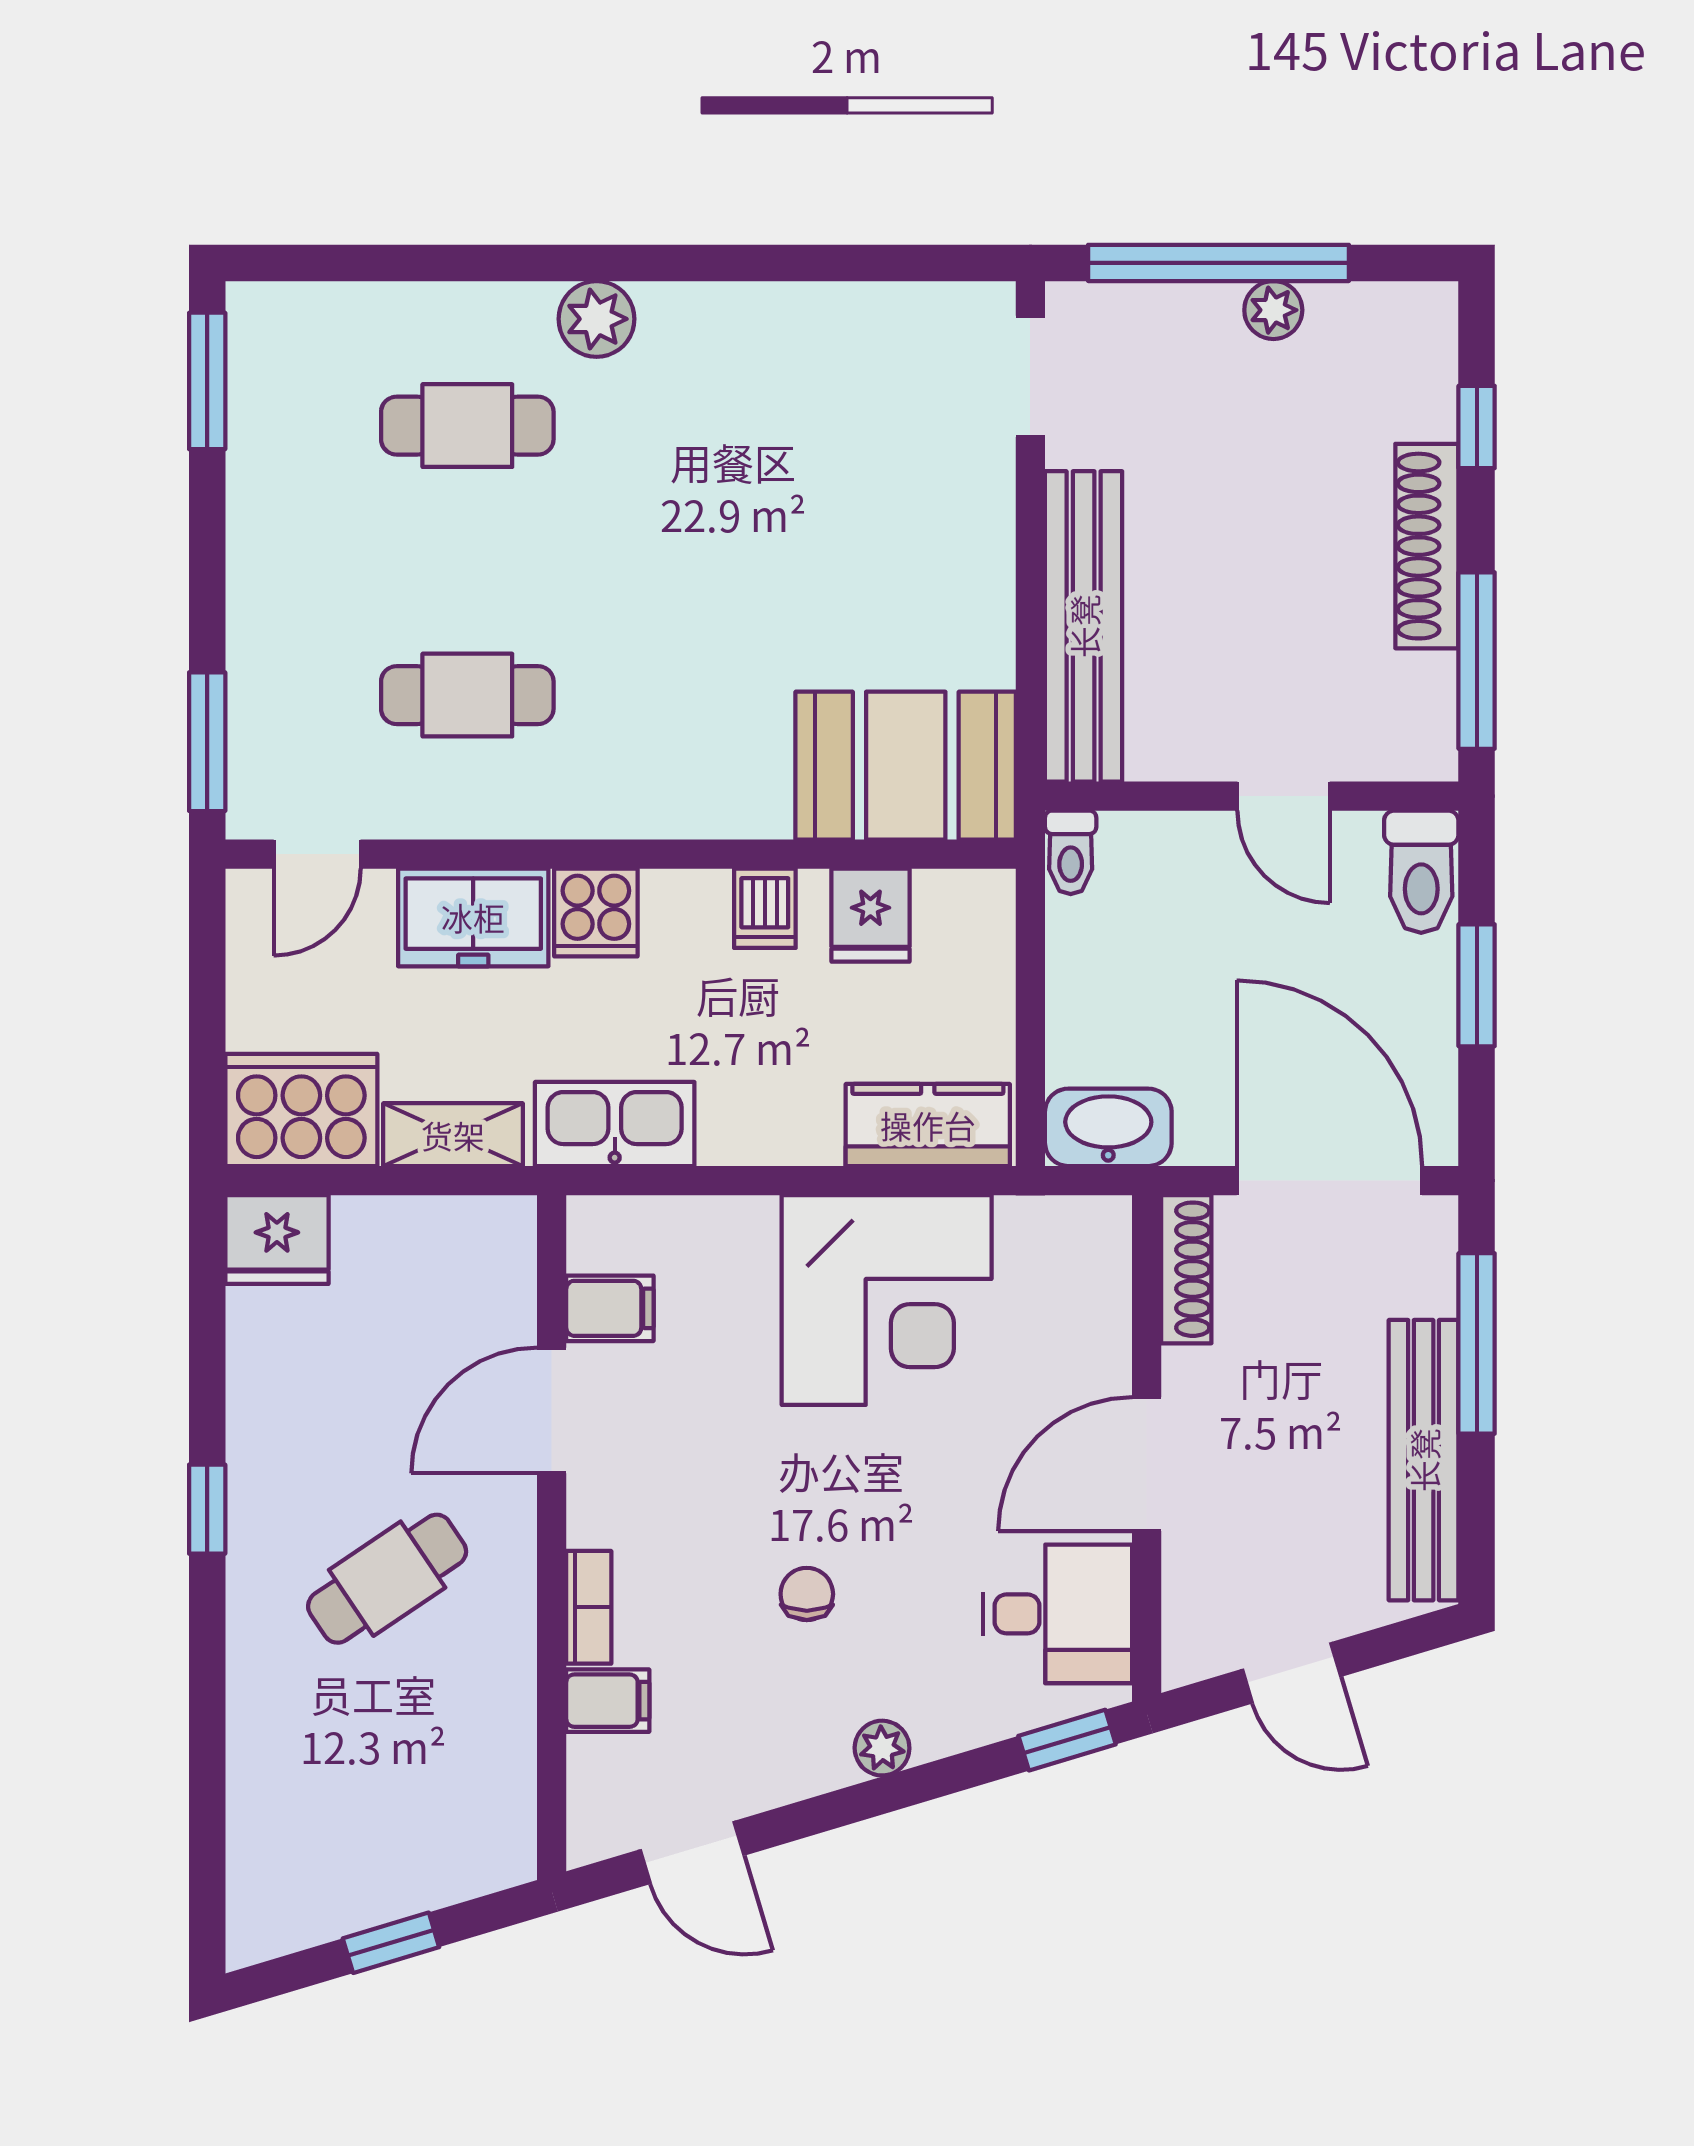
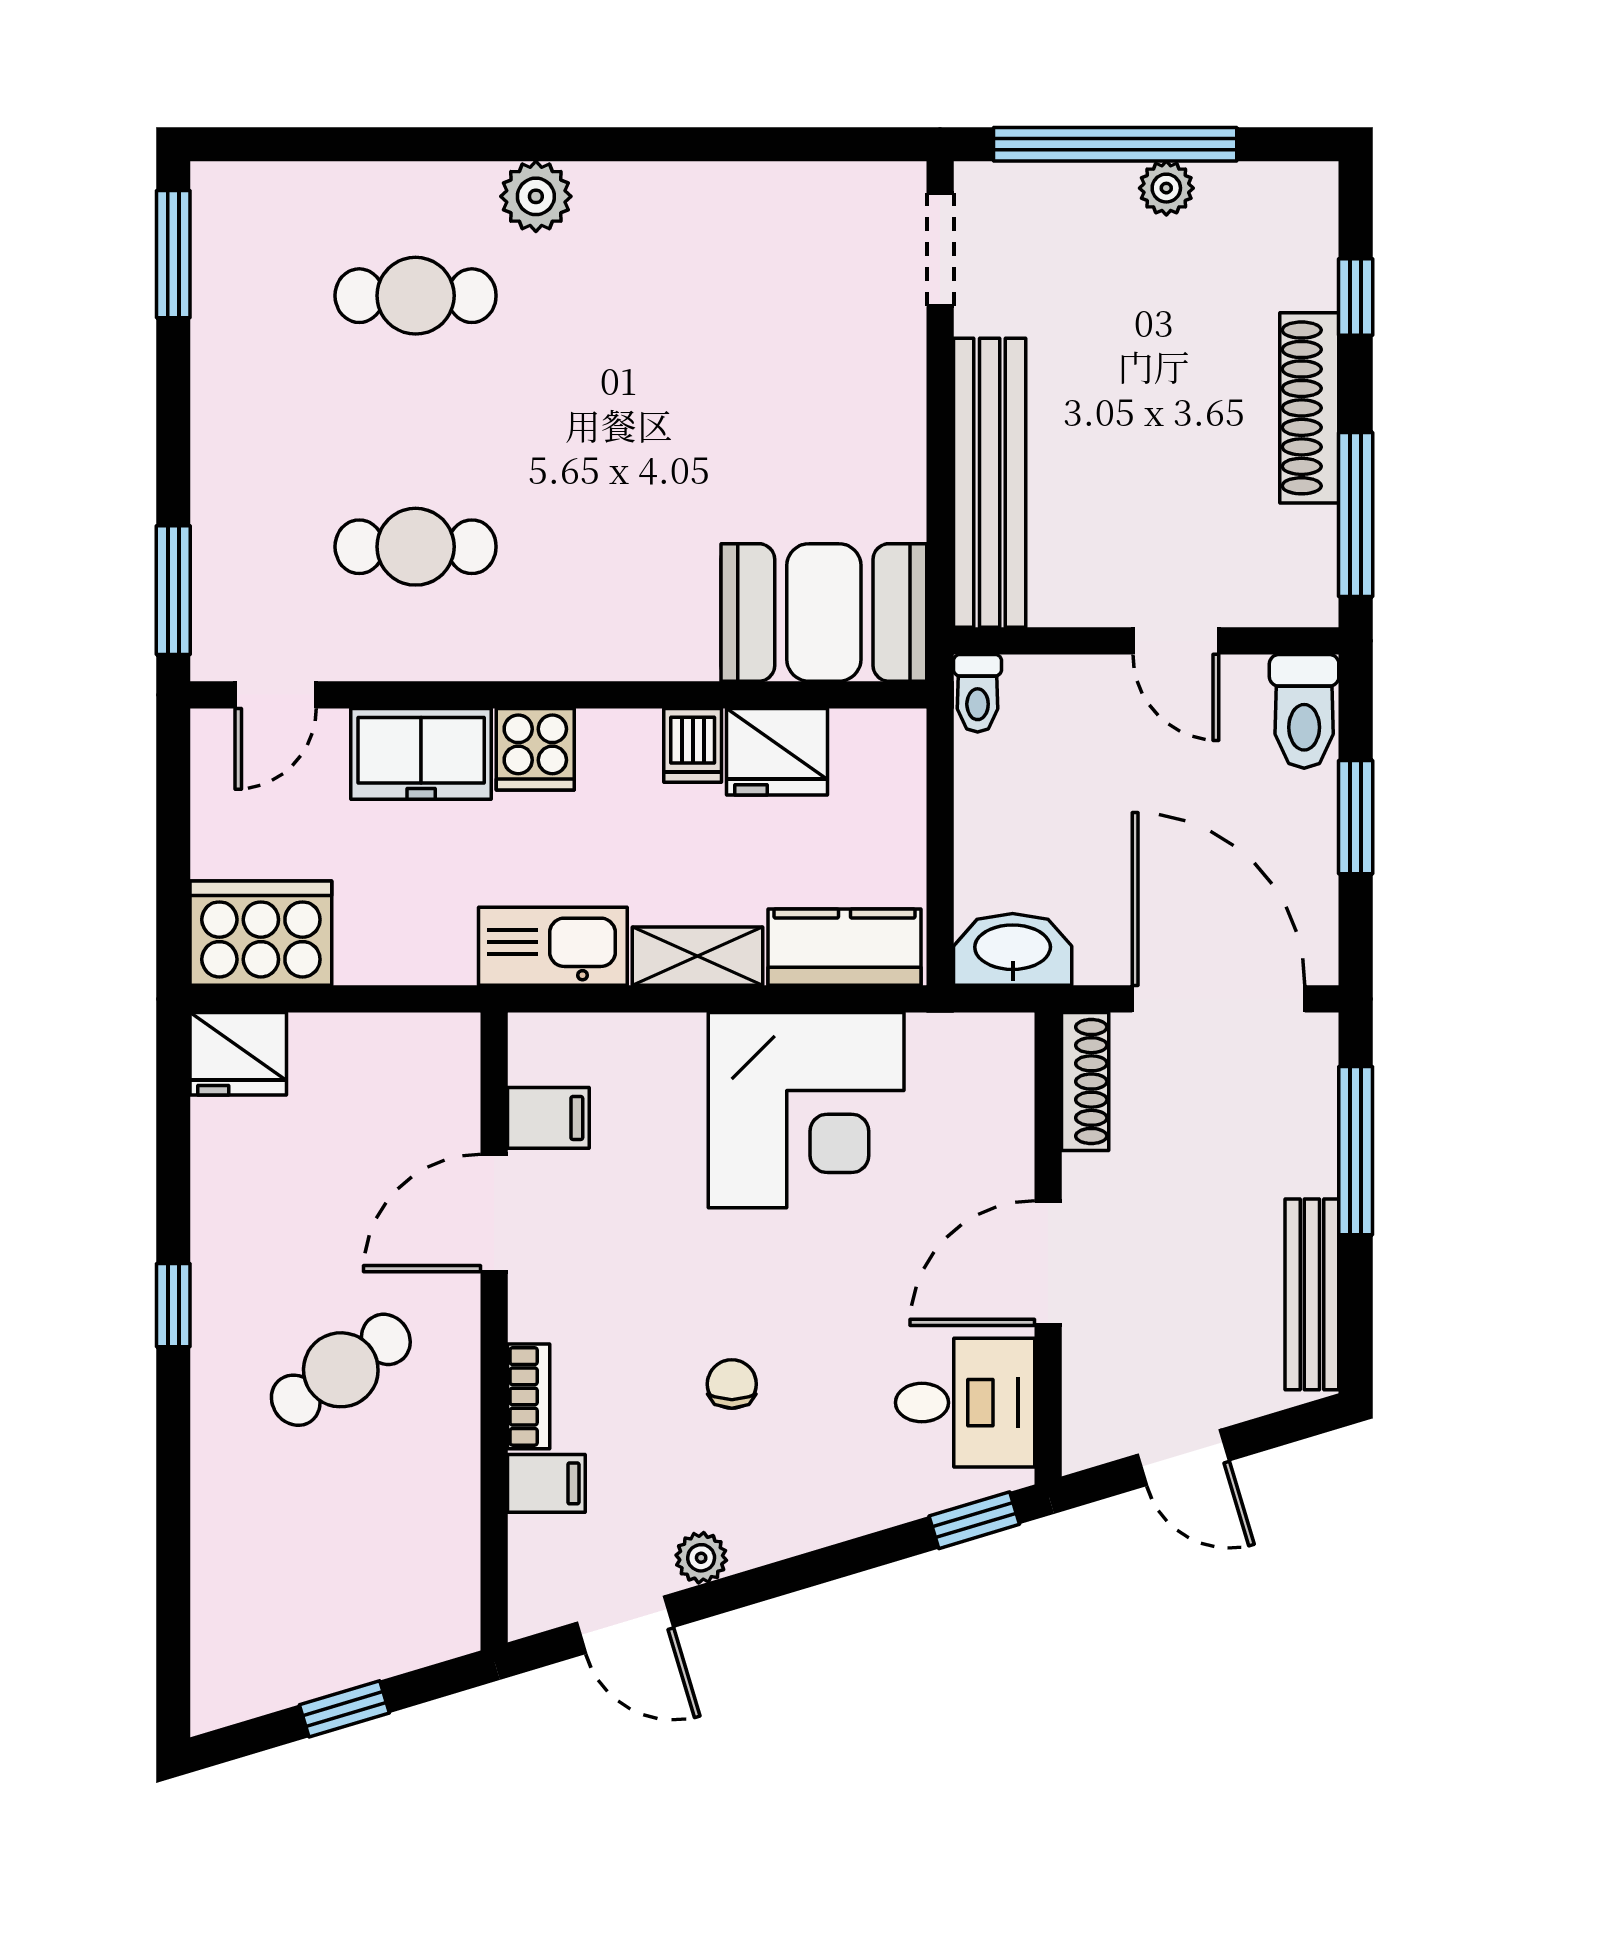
fridge: (870, 915) -> (777, 752), width x1.38
shelving: (453, 1135) -> (698, 956), moved
bench: (1424, 1460) -> (1312, 1294), width x0.73, depth x0.82
plant: (882, 1748) -> (701, 1558), moved

